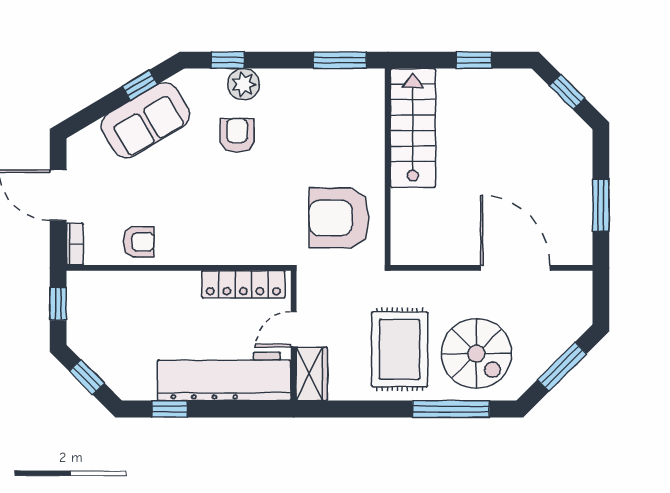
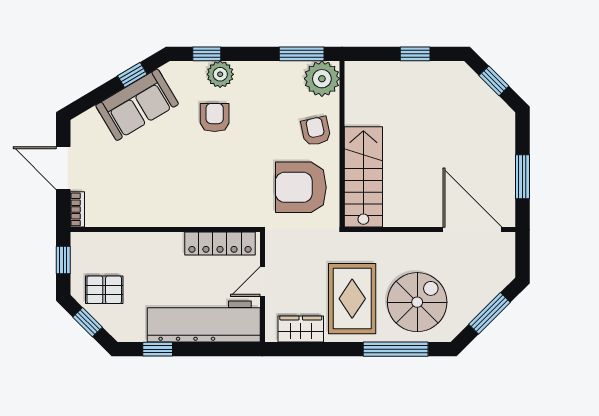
plant: (364, 90) -> (322, 79), added
stairs: (413, 128) -> (363, 177), moved
armchair: (139, 242) -> (316, 131), moved, turned -102
door: (515, 268) -> (472, 230), moved
pallet: (107, 339) -> (104, 290), added
spiral stairs: (476, 354) -> (417, 302), turned -90
wardrobe: (312, 374) -> (301, 329), moved, turned -90

